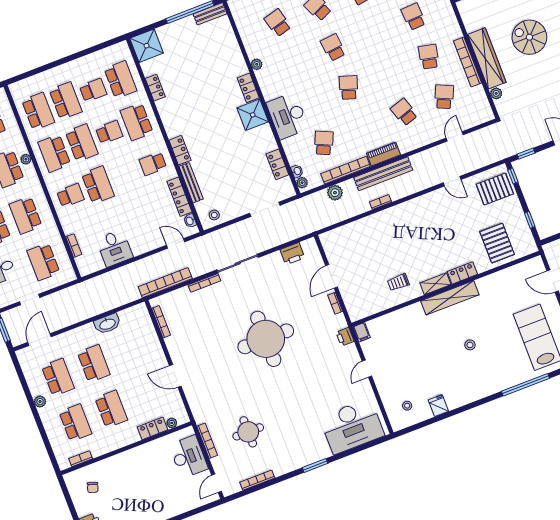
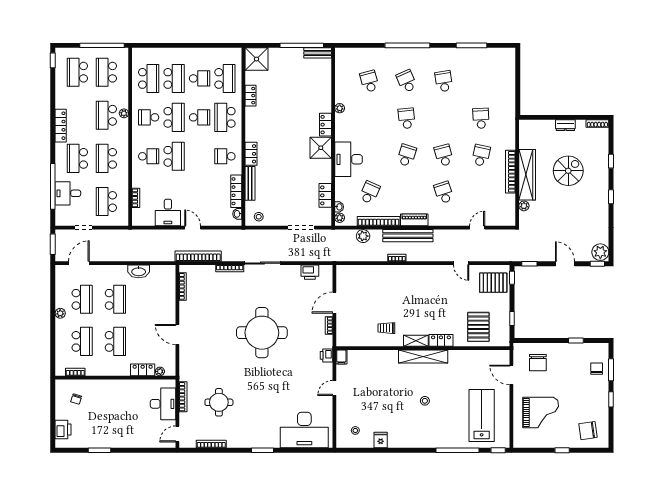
spiral stairs: (529, 37) -> (568, 171), turned 90
school desk: (444, 97) -> (444, 155), moved, turned -39
school desk: (54, 153) -> (149, 117), width x0.54
door: (176, 243) -> (193, 228), moved

